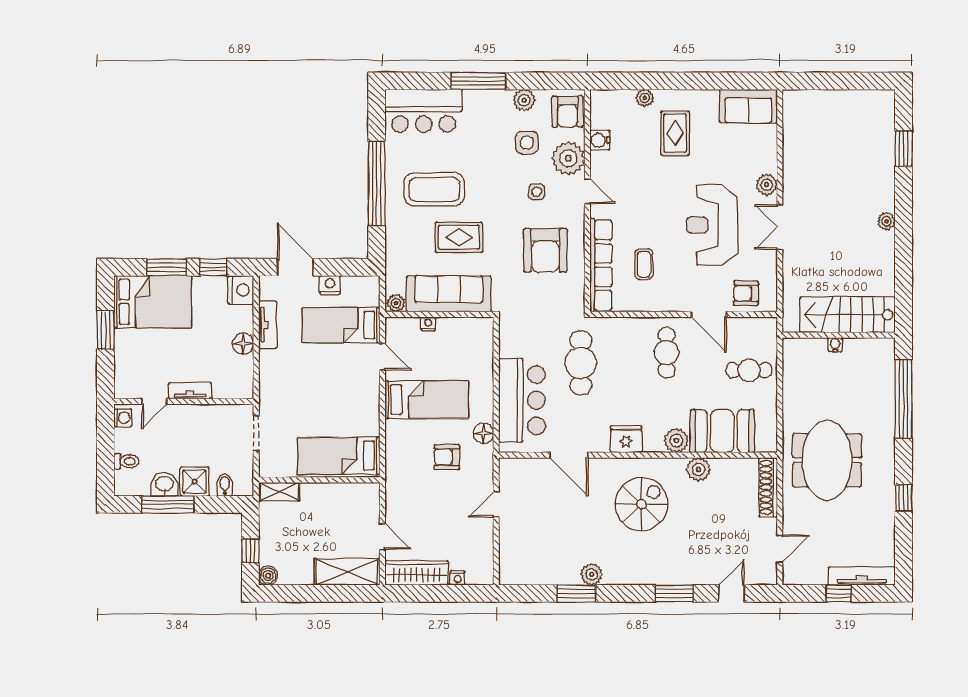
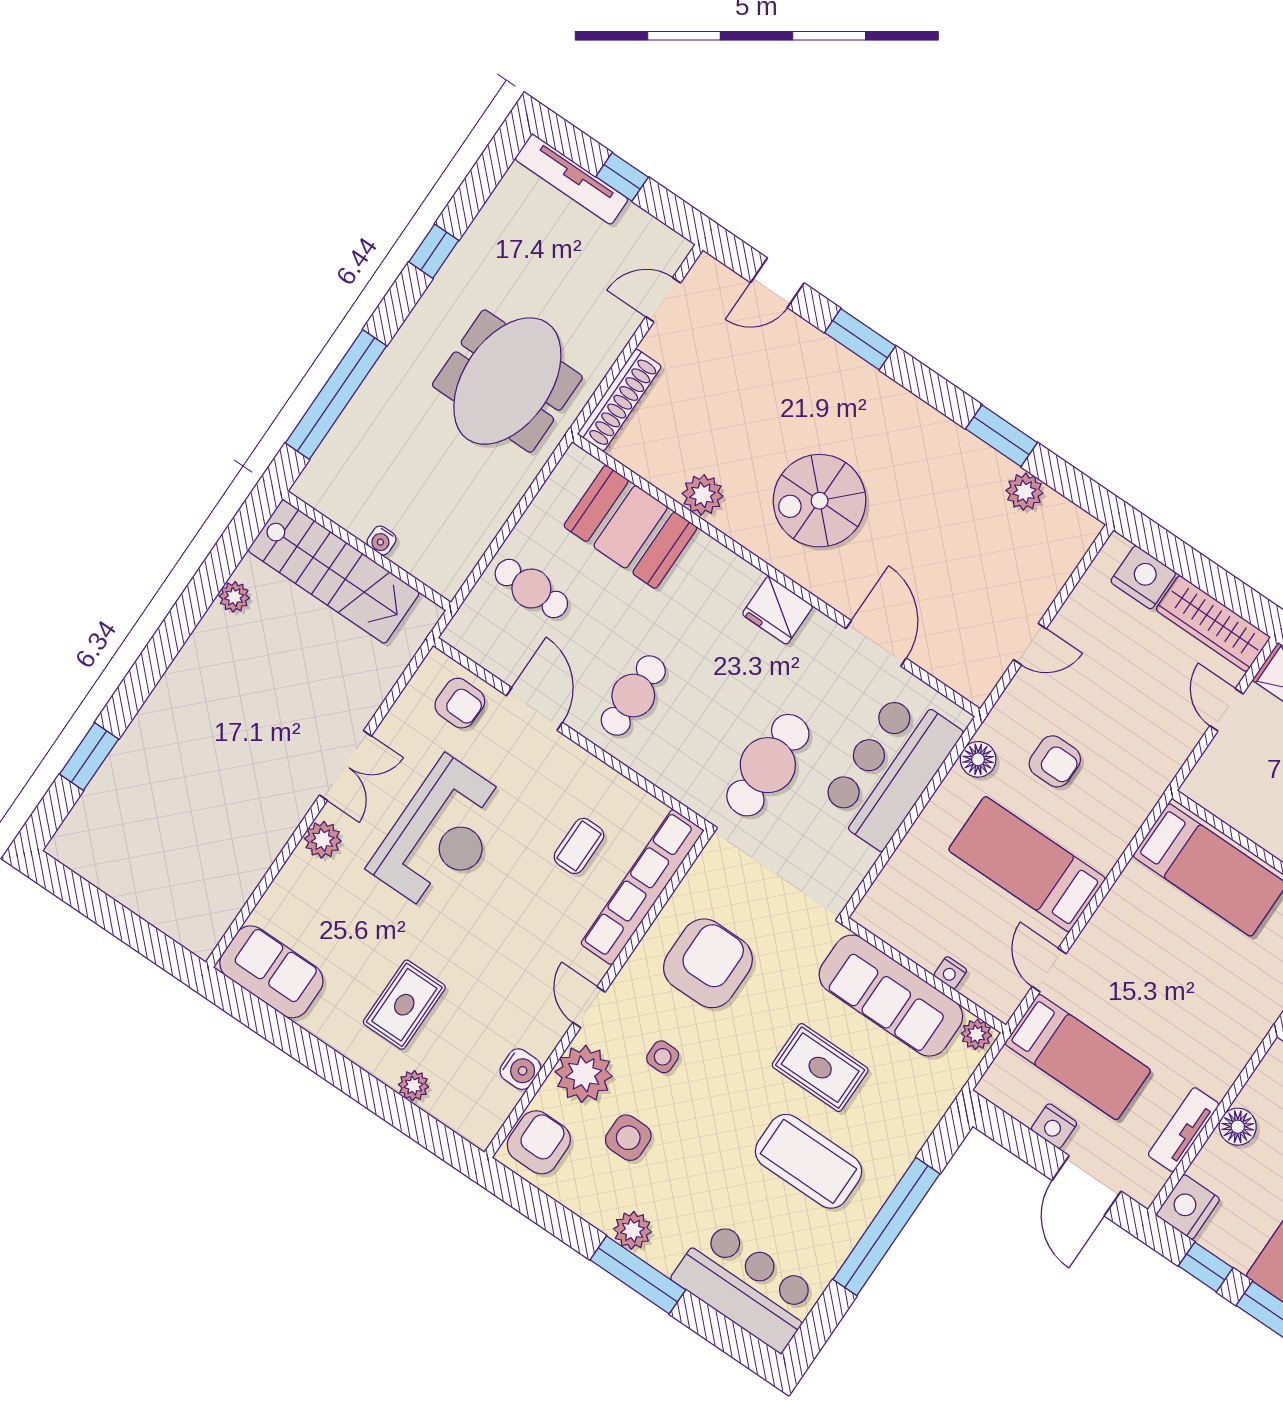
plant: (524, 100) -> (632, 1230), moved
plant: (886, 221) -> (234, 597), moved
plant: (676, 441) -> (706, 558), removed
plant: (592, 574) -> (1024, 492), moved
nightstand: (458, 578) -> (1143, 577), width x1.89, depth x1.79

